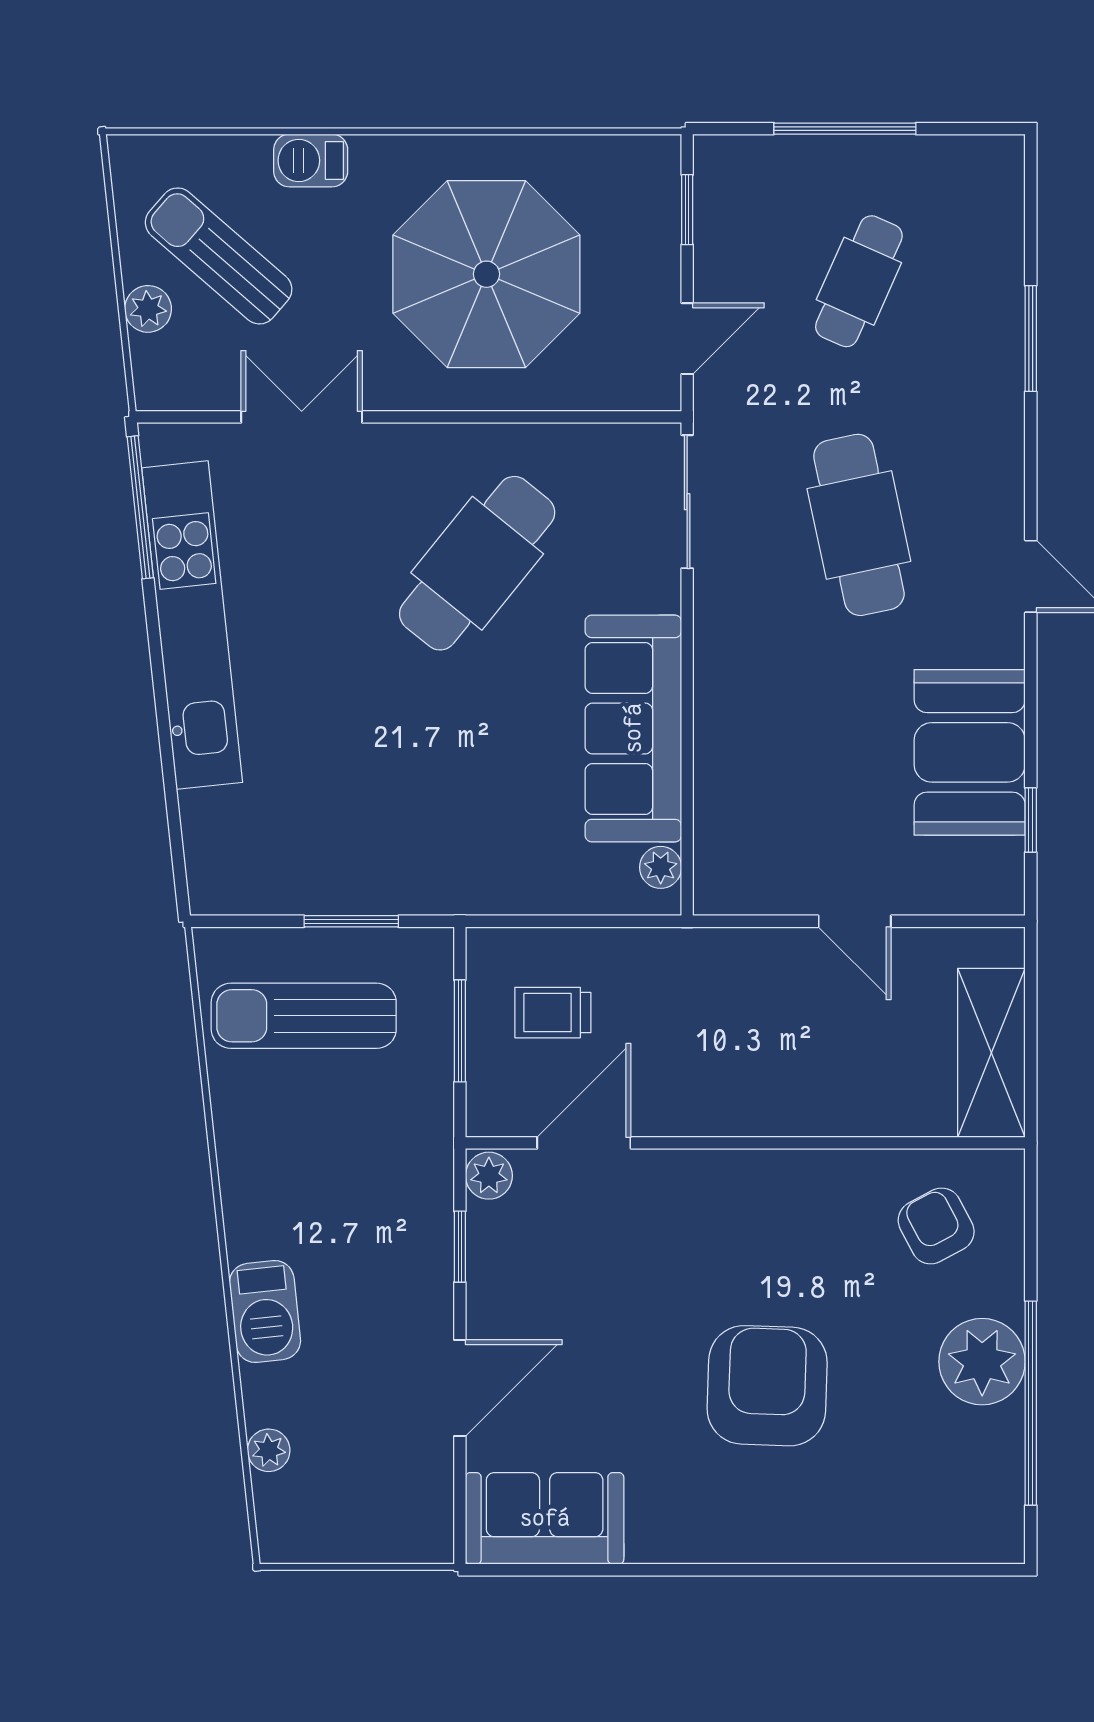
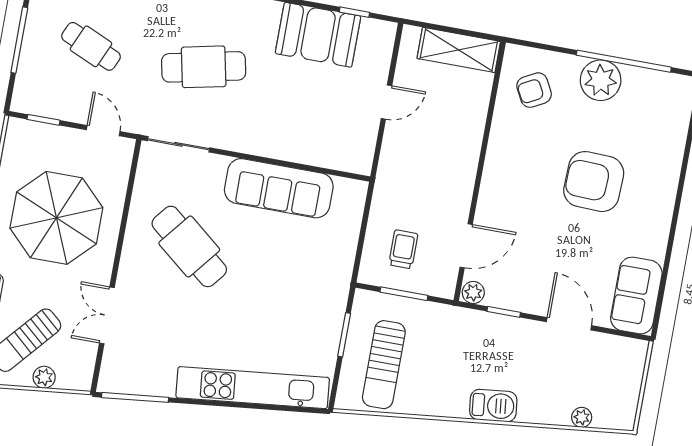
kitchen unit: (192, 625) -> (253, 388), moved
plant: (661, 867) -> (345, 187), removed
trolley: (553, 1013) -> (403, 249), turned 180
door: (584, 1143) -> (466, 246), swing flipped
barbecue: (265, 1311) -> (493, 406), moved

